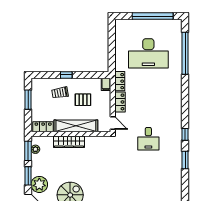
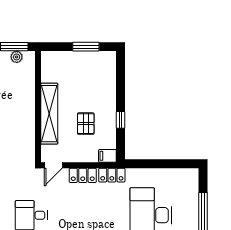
window: (66, 75) -> (121, 120), moved
trolley: (60, 93) -> (96, 91), removed
locker: (43, 127) -> (48, 68), removed
wardrobe: (69, 142) -> (27, 104), removed

